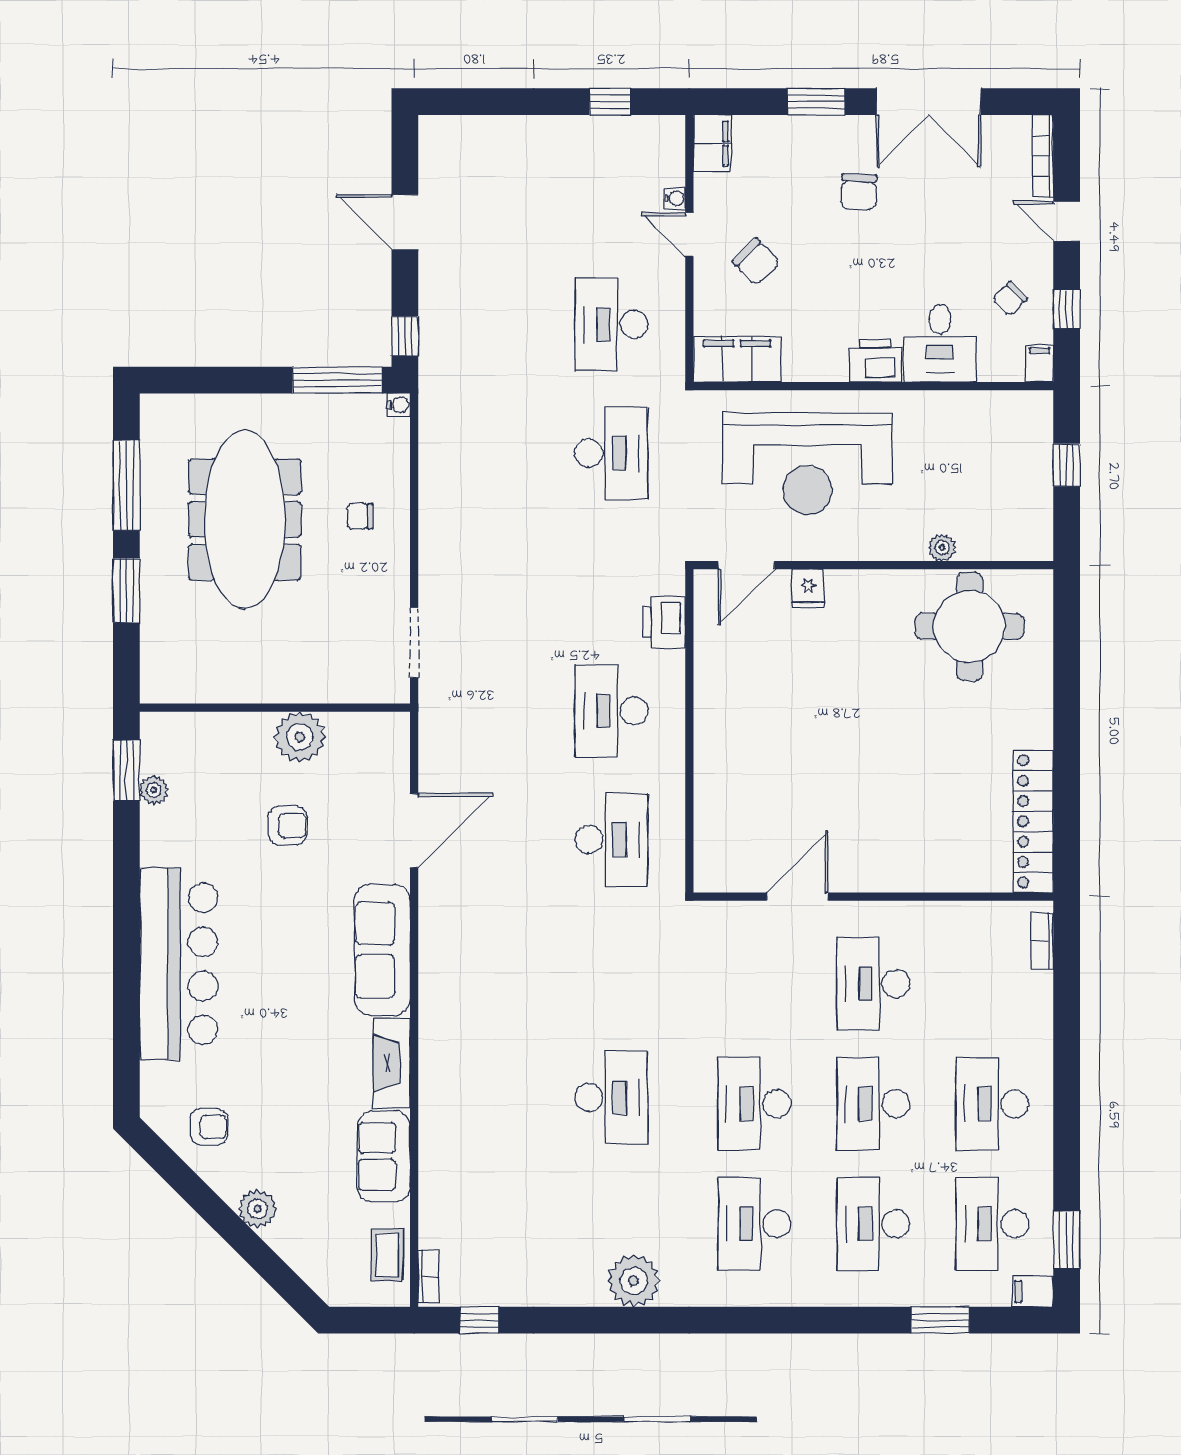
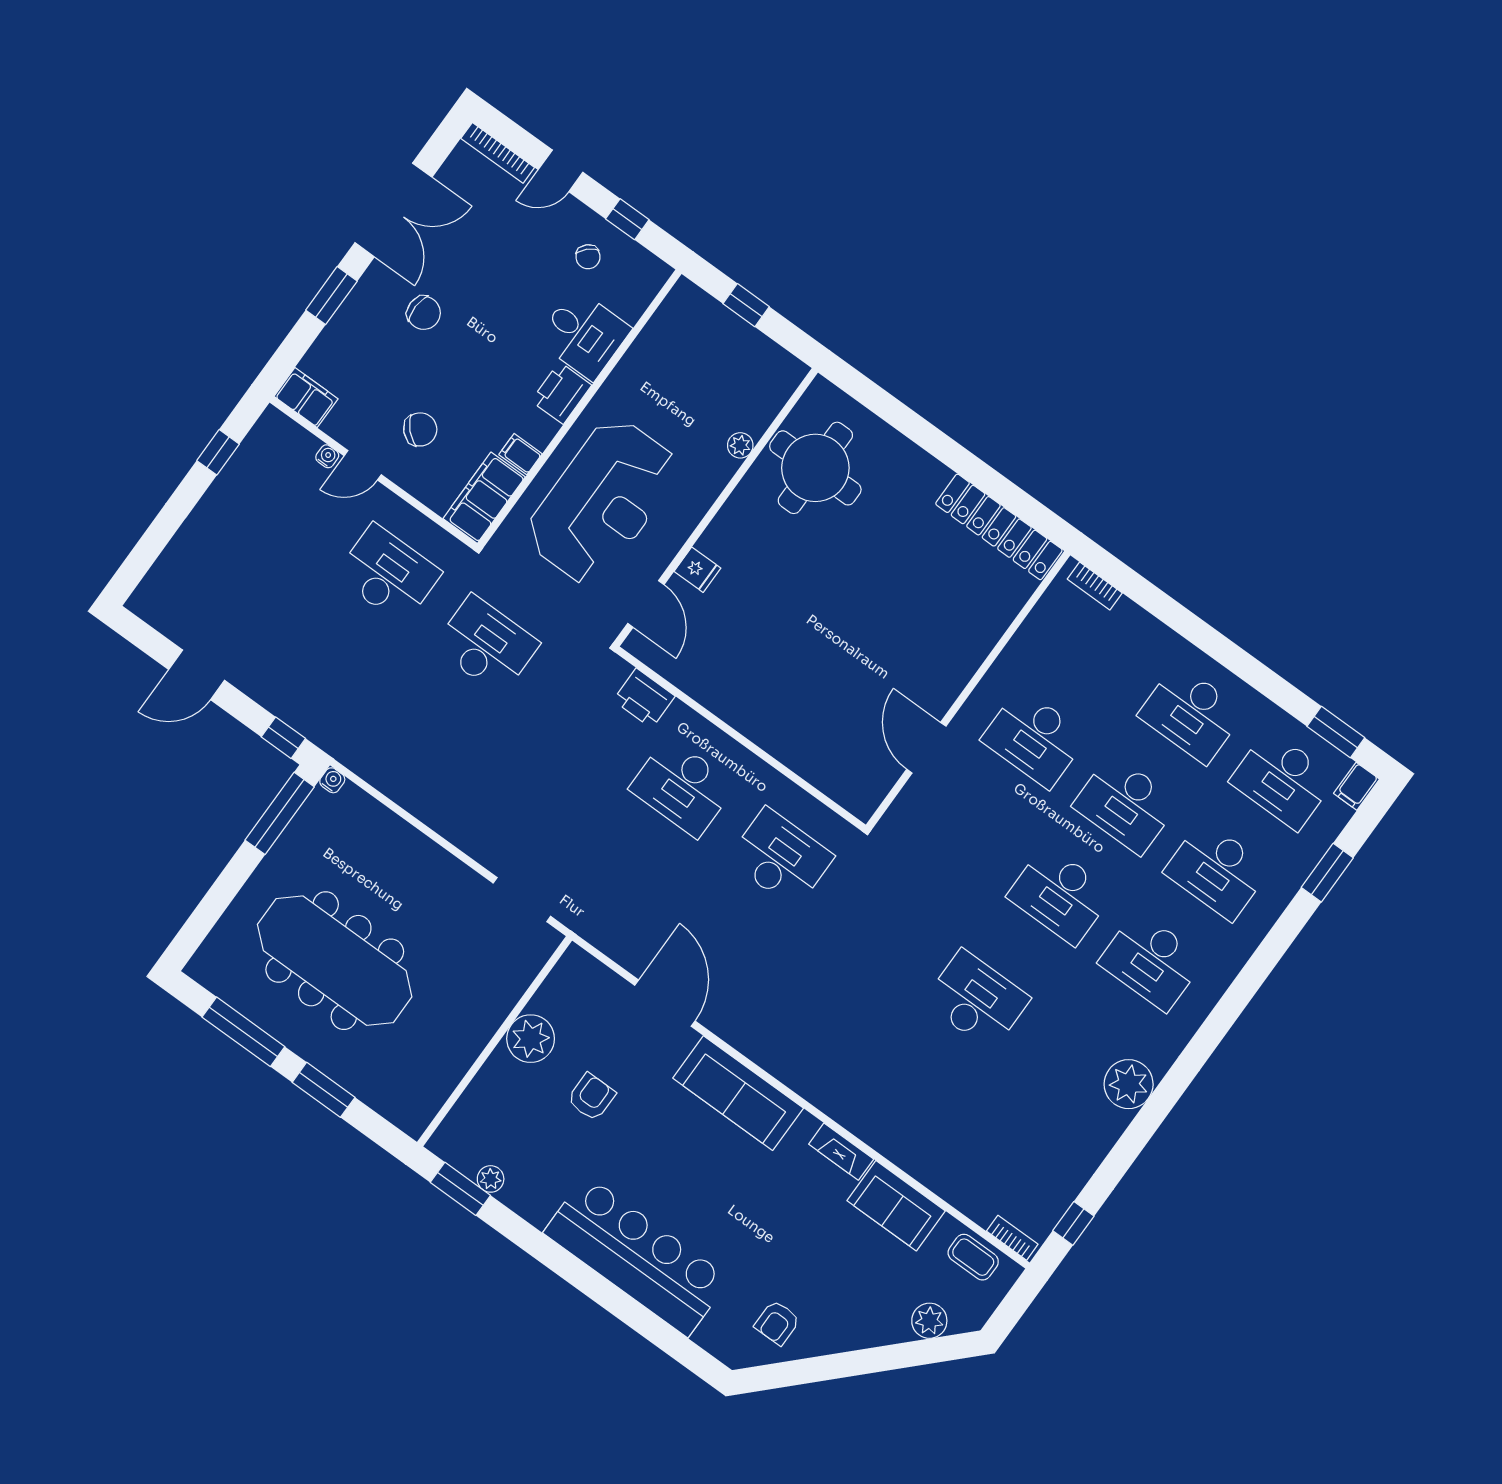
desk: (611, 324) -> (388, 574), turned 180
filing cabinet: (1039, 364) -> (520, 454), moved
chair: (360, 516) -> (396, 871), removed
fireplace: (392, 1063) -> (841, 1152), width x0.73, depth x0.76
armchair: (209, 1127) -> (777, 1323), turned 180
plant: (257, 1209) -> (929, 1321), moved

